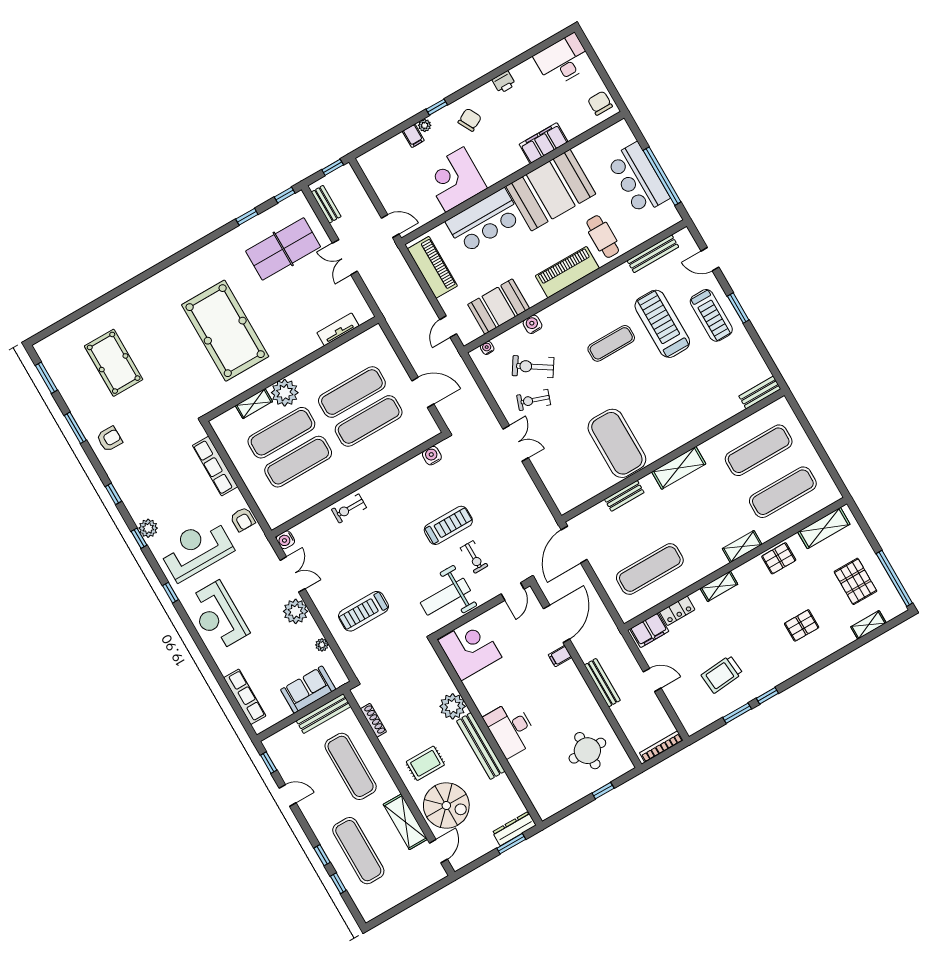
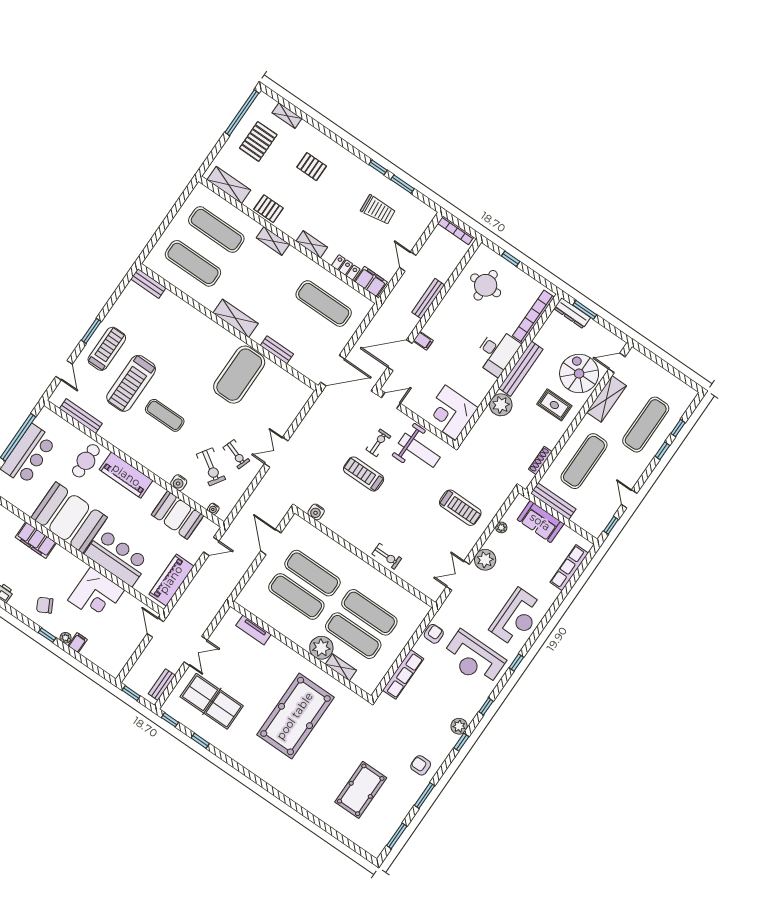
plant: (148, 528) -> (459, 726), moved
water cooler: (286, 540) -> (434, 594), removed
bookcase: (530, 786) -> (533, 317), added

